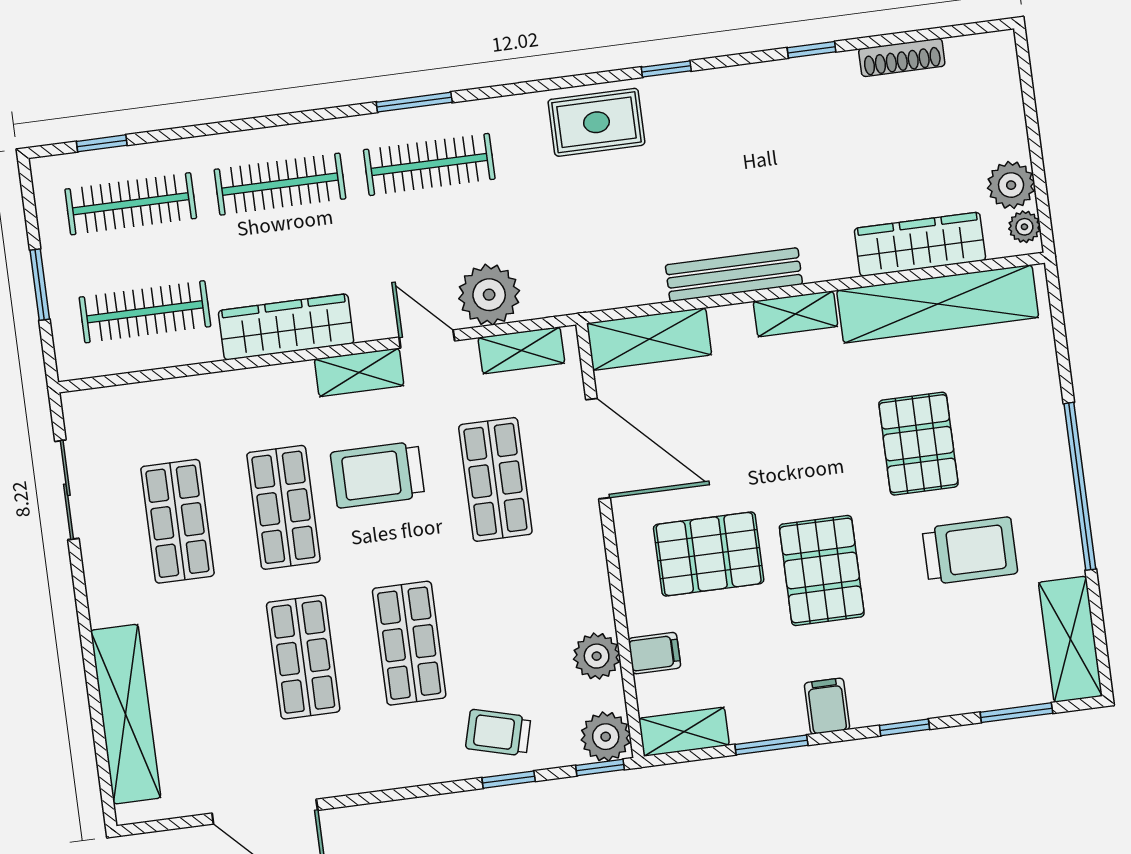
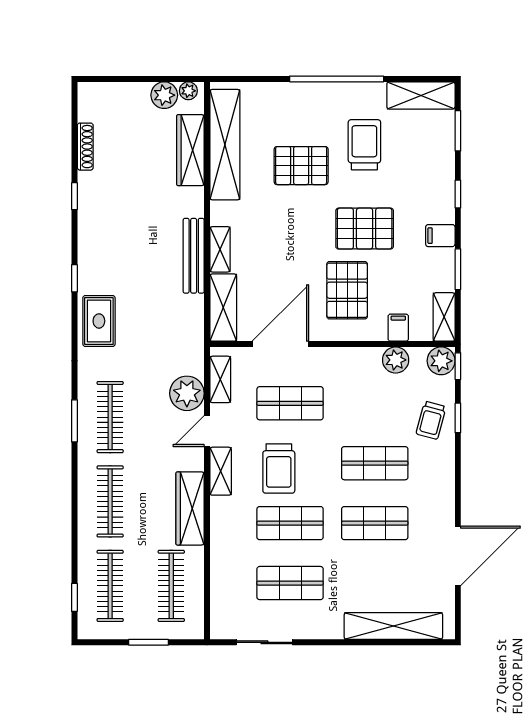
shelving: (796, 314) -> (220, 249), moved

